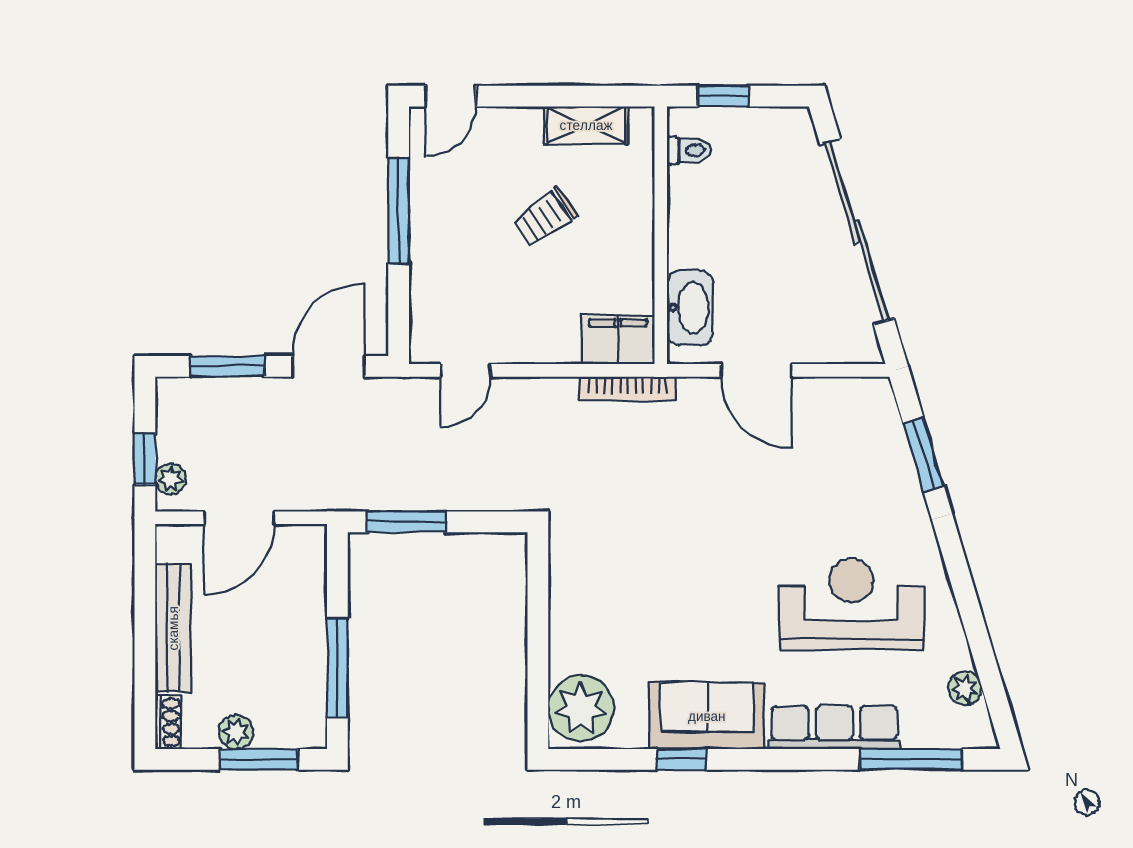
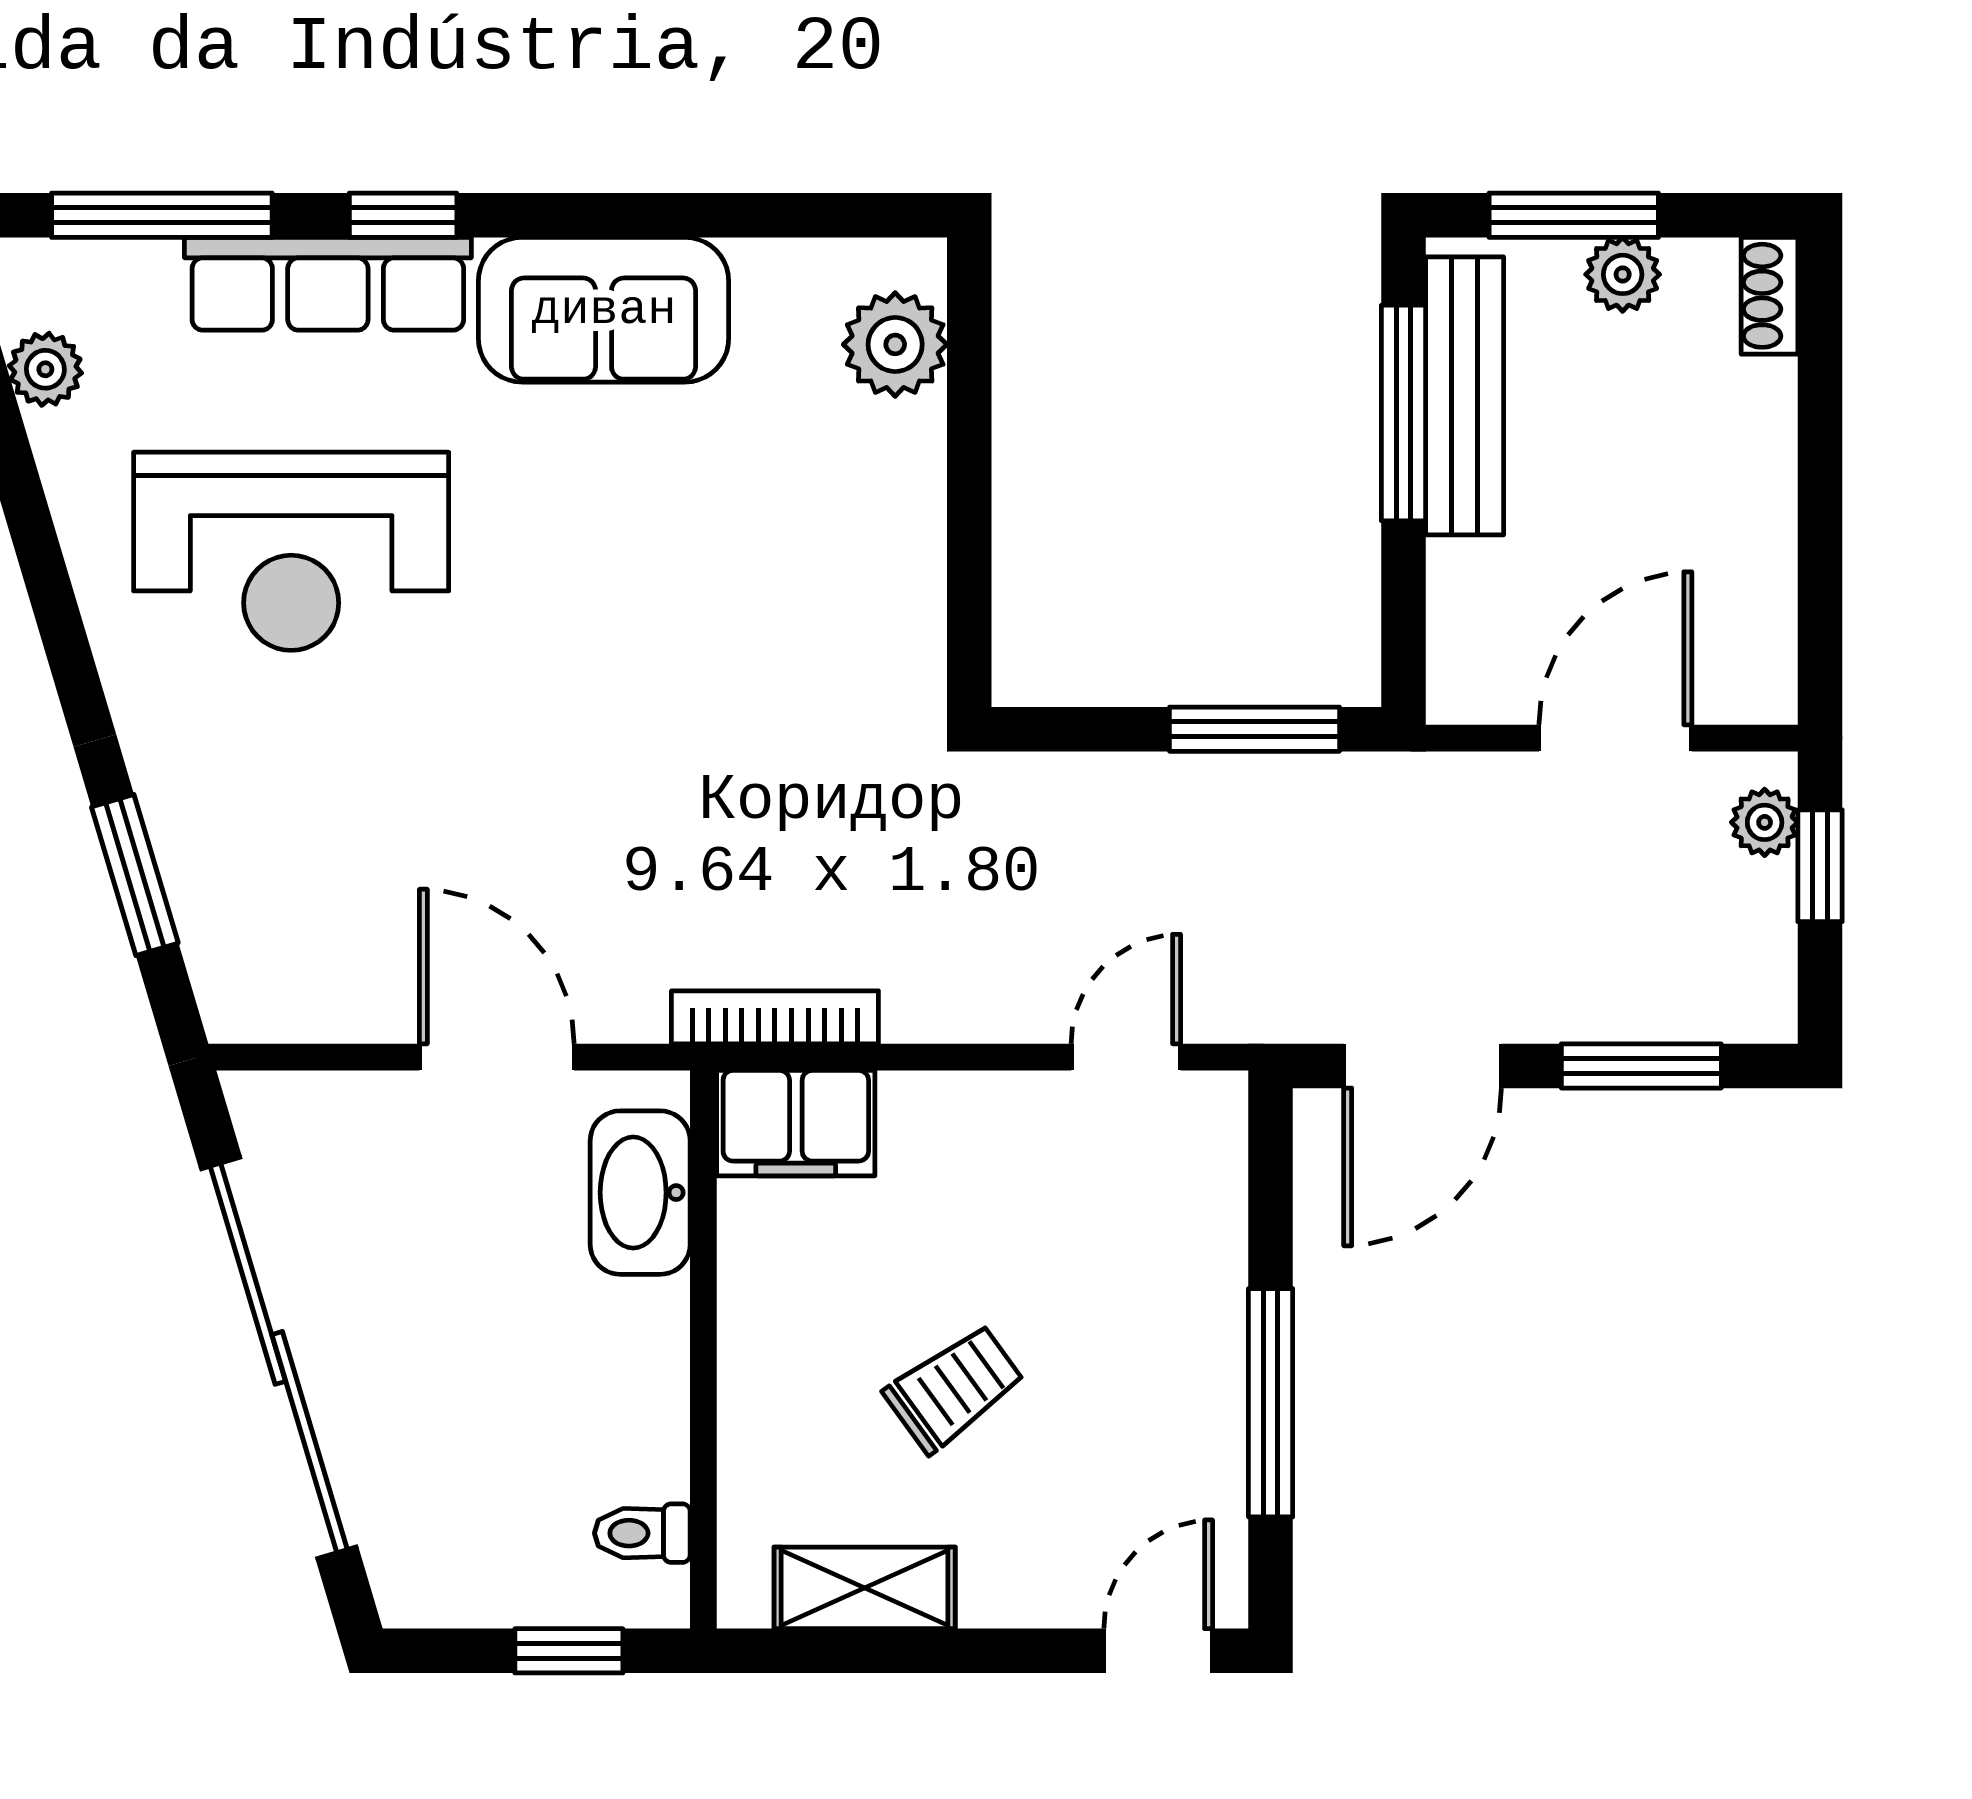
bench: (173, 628) -> (1465, 396), moved
plant: (581, 708) -> (895, 344), width x0.73, depth x0.73
window: (682, 759) -> (403, 215), moved

